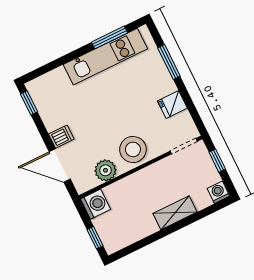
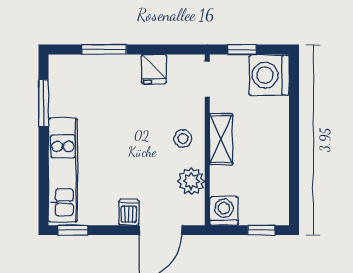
kitchen unit: (105, 57) -> (63, 170), moved
stool: (133, 149) -> (183, 139), width x0.53, depth x0.53
washing machine: (218, 192) -> (269, 75), width x1.89, depth x1.89
shelving: (175, 213) -> (221, 139), moved

